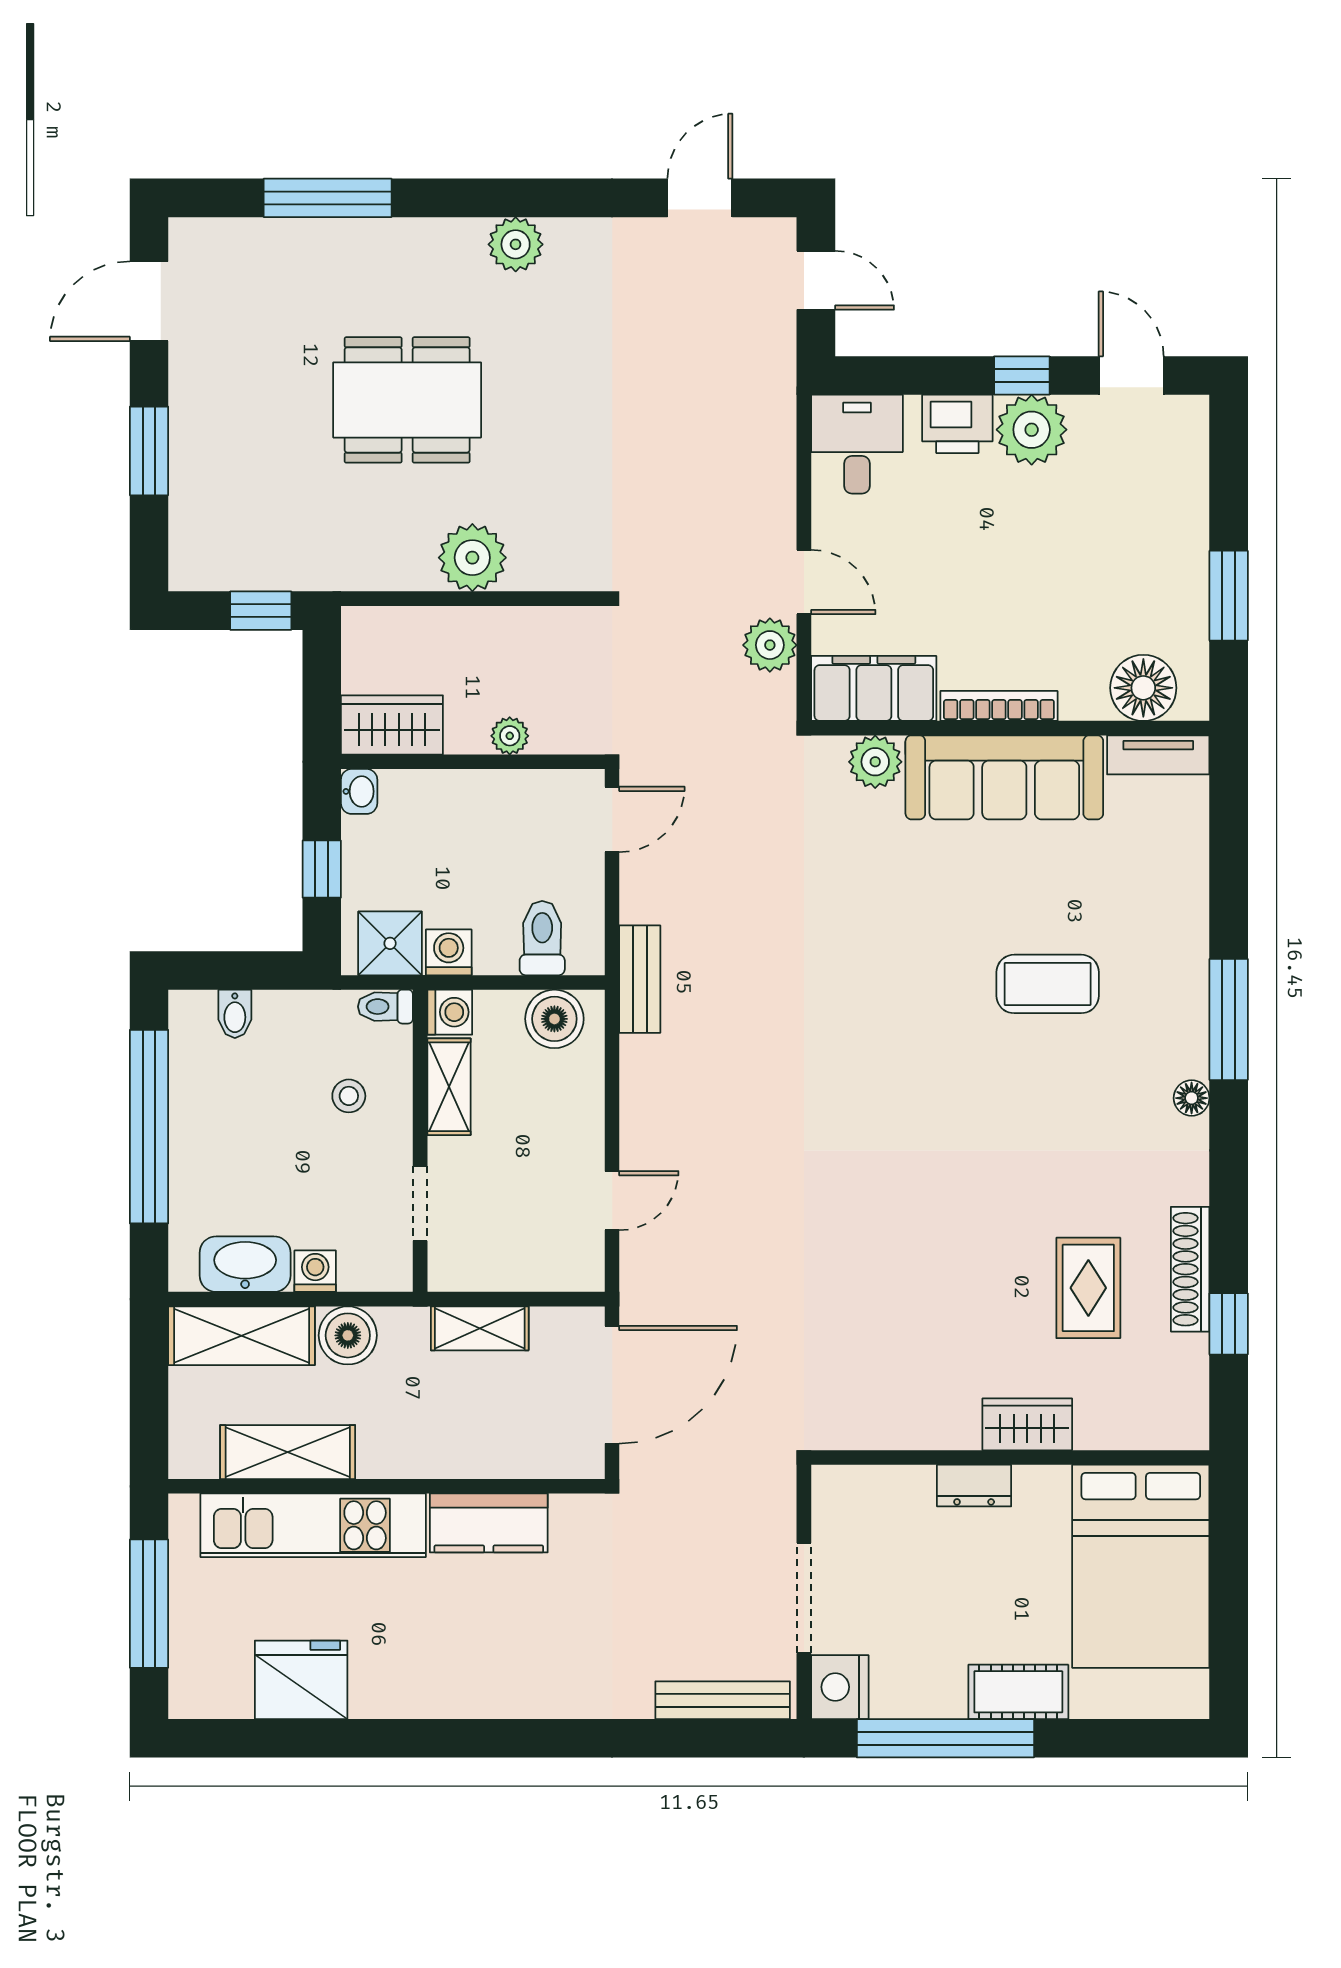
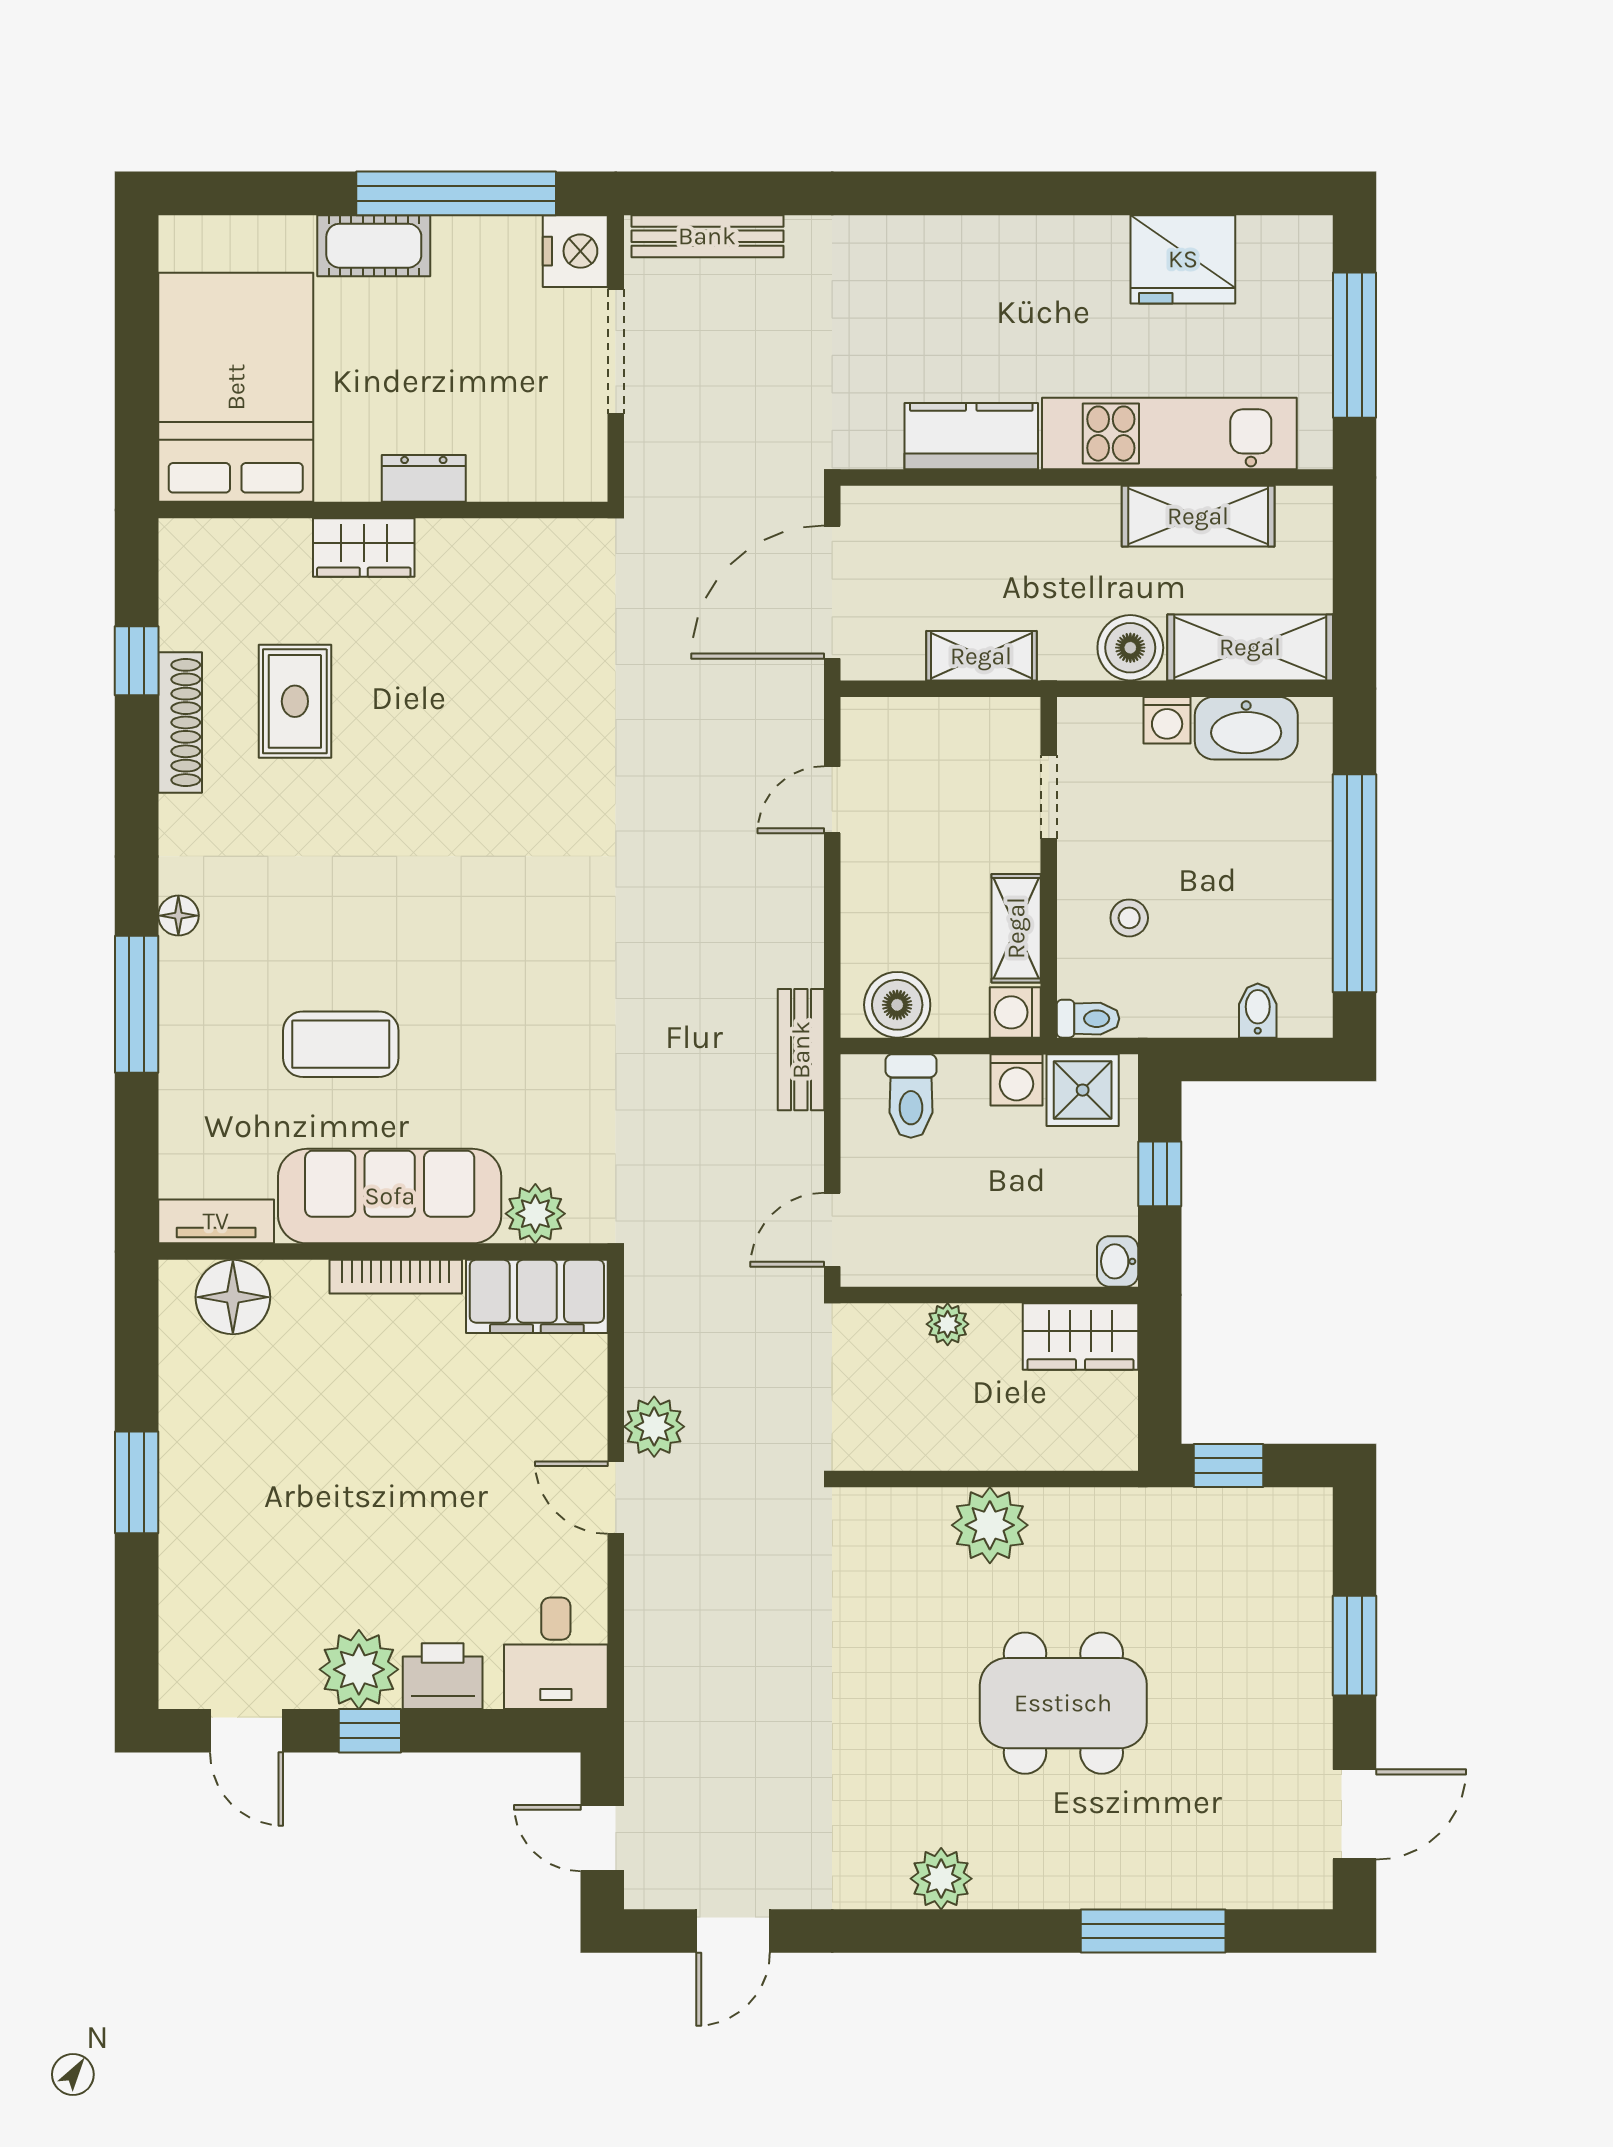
filing cabinet: (874, 688) -> (537, 1296), moved
floor lamp: (1143, 688) -> (233, 1297), moved
bookcase: (999, 706) -> (396, 1277), moved
wall: (1010, 728) -> (383, 1252), moved
tv unit: (1158, 755) -> (216, 1221), moved
plant: (875, 762) -> (535, 1214), moved
sofa: (1004, 777) -> (390, 1196), moved

